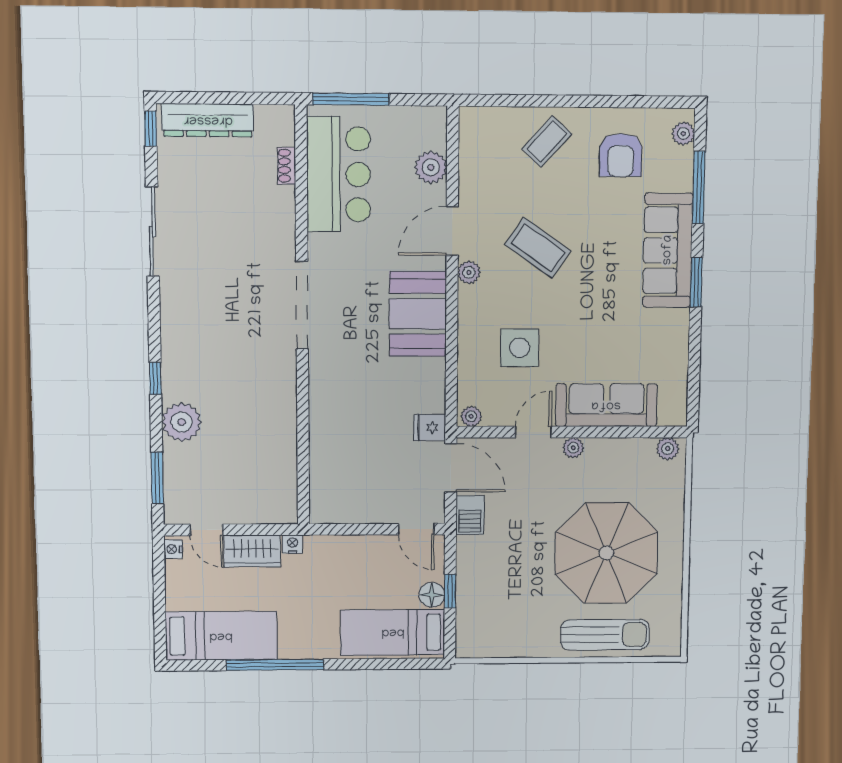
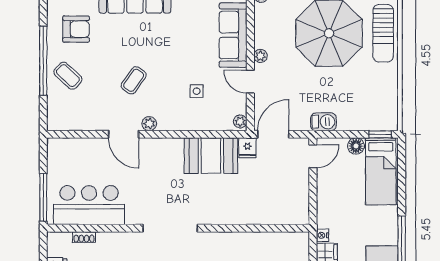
window: (571, 101) -> (43, 61), added
plant: (431, 167) -> (84, 148), removed
coffee table: (538, 248) -> (134, 80), width x0.73, depth x0.77
booth: (418, 314) -> (211, 156), moved
side table: (520, 348) -> (197, 91), width x0.54, depth x0.54
barbecue: (470, 515) -> (323, 122), moved
window: (450, 591) -> (380, 134), moved
sun lounger: (605, 635) -> (383, 33), turned 180

